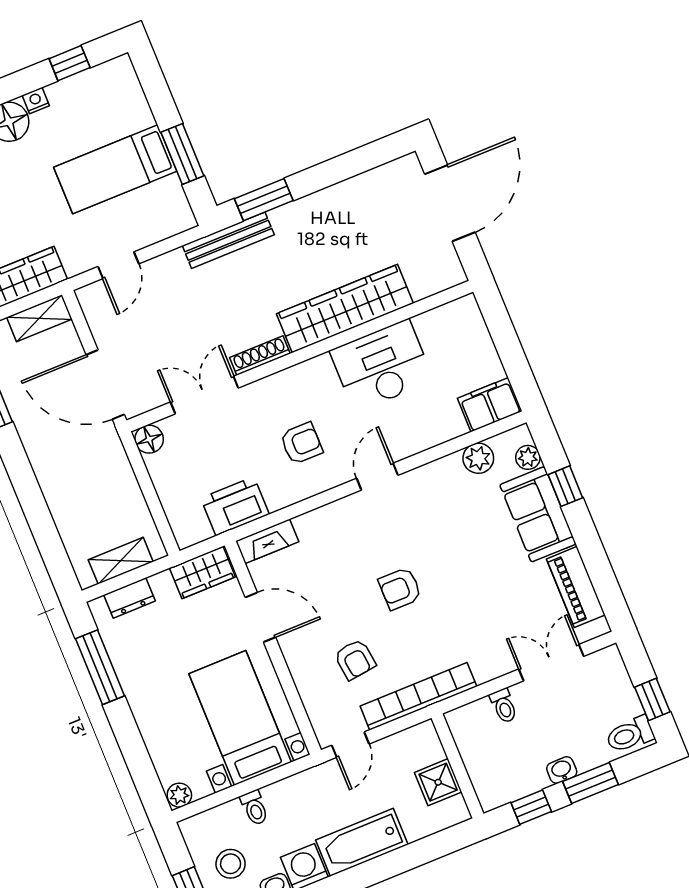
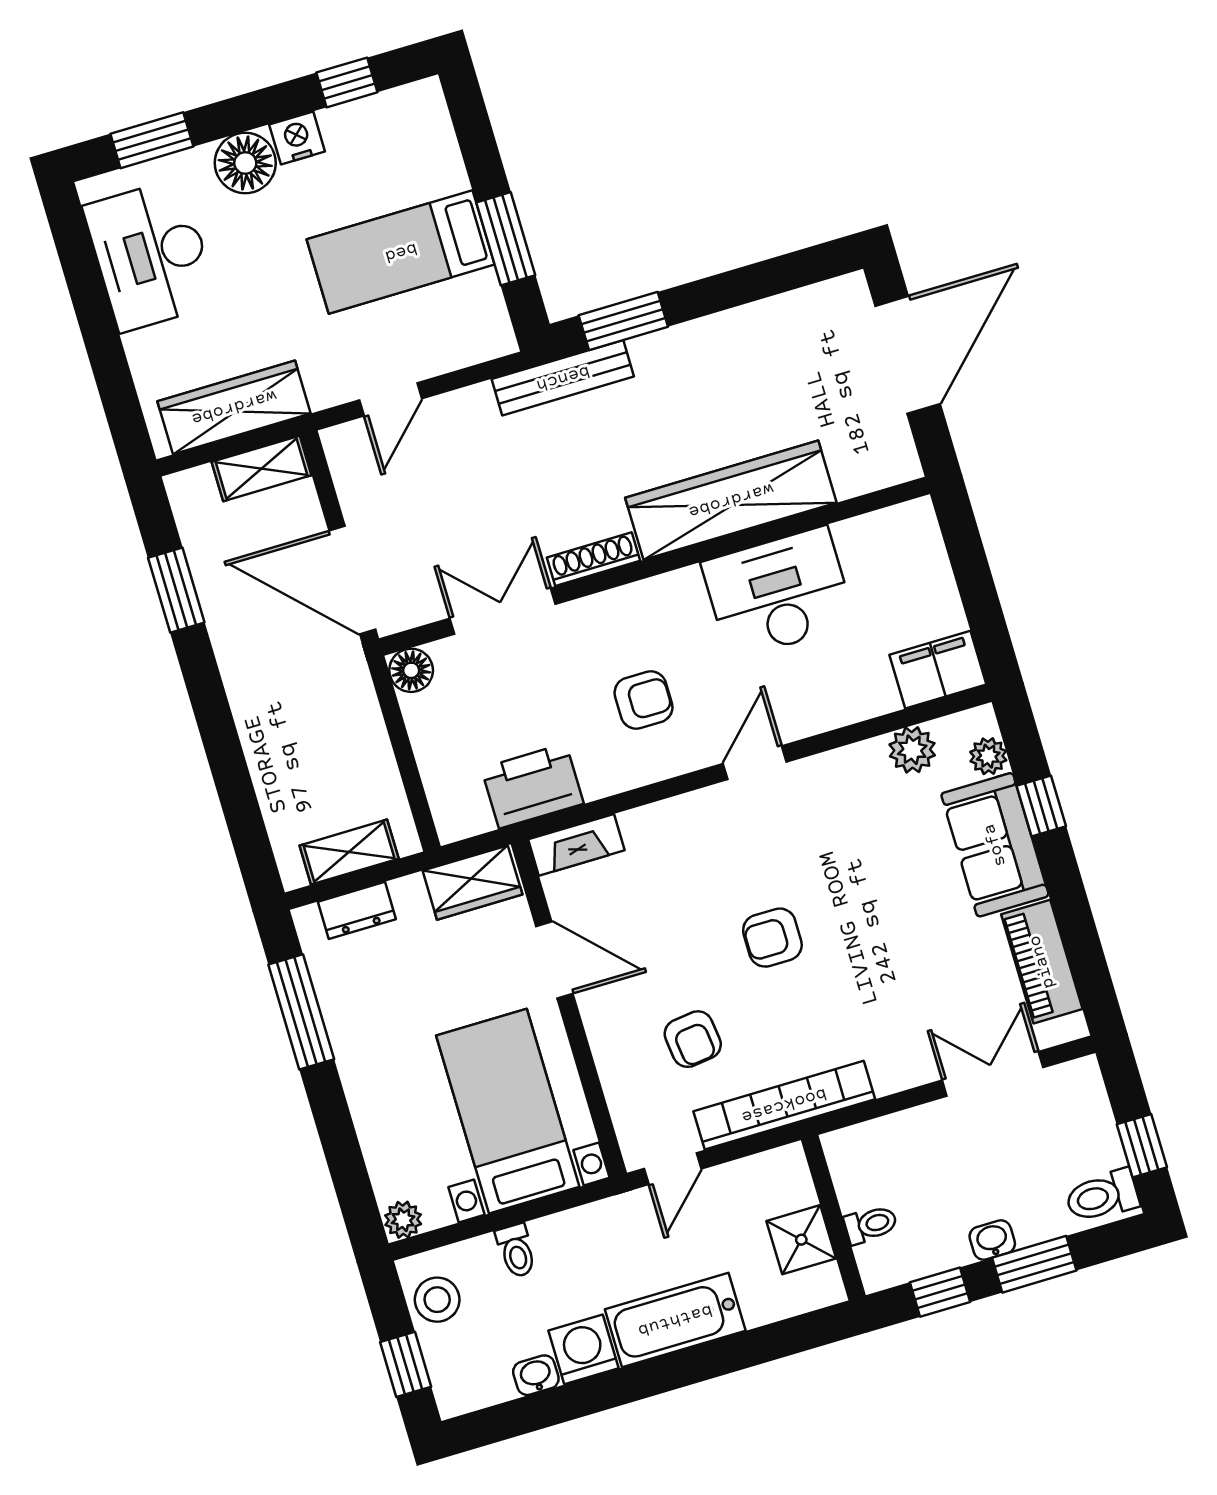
nightstand: (36, 100) -> (297, 138), width x1.39, depth x1.35
toilet: (504, 706) -> (871, 1224), moved, turned -90
stool: (231, 864) -> (437, 1300), moved

